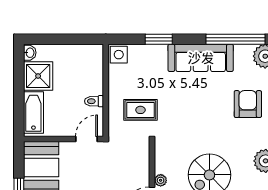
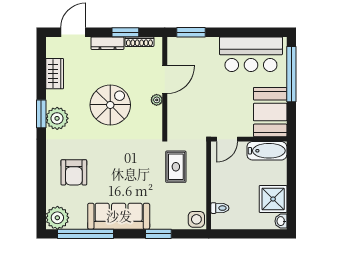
toilet: (94, 101) -> (220, 208), moved
rug: (140, 110) -> (176, 167), turned 90
bathtub: (33, 113) -> (267, 151), moved, turned -90

